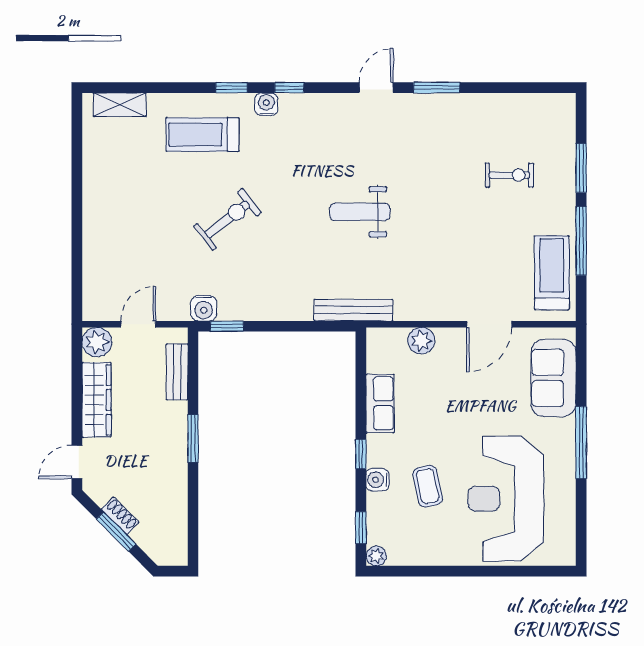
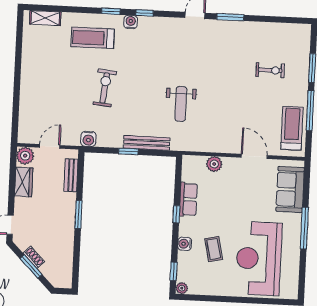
weight bench: (360, 212) -> (181, 104), moved, turned -90
exercise bike: (227, 219) -> (105, 88), turned -46
bench: (353, 310) -> (147, 143), moved
door: (489, 324) -> (254, 156), swing flipped
window: (227, 326) -> (128, 151), moved
wardrobe: (96, 400) -> (24, 182), width x0.67
window: (361, 454) -> (176, 214), moved

